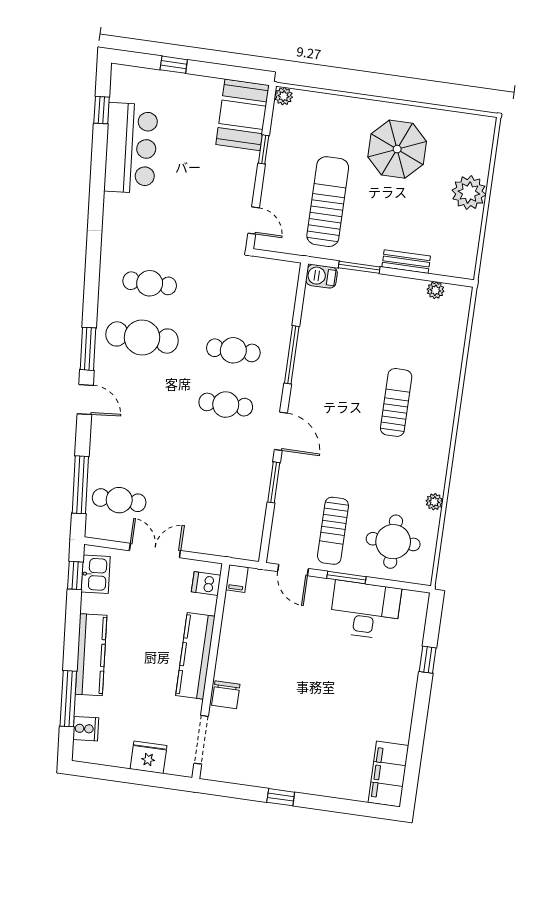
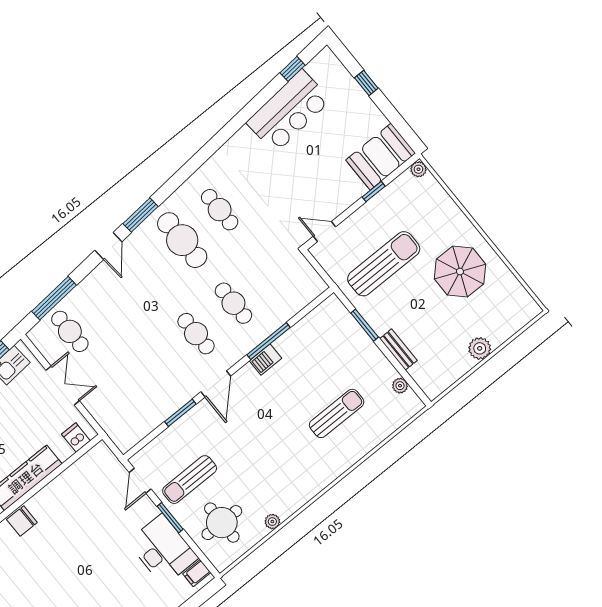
plant: (469, 193) -> (480, 348), width x0.73, depth x0.73
door: (254, 220) -> (324, 231), swing flipped
barbecue: (321, 276) -> (266, 359), moved, turned -90
sun lounger: (396, 402) -> (337, 413), moved
filing cabinet: (237, 578) -> (197, 573), moved

